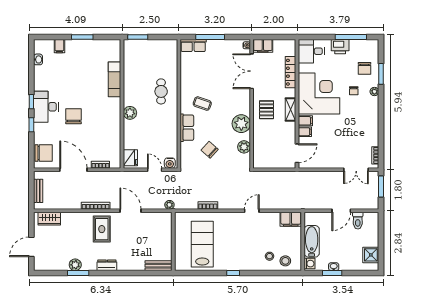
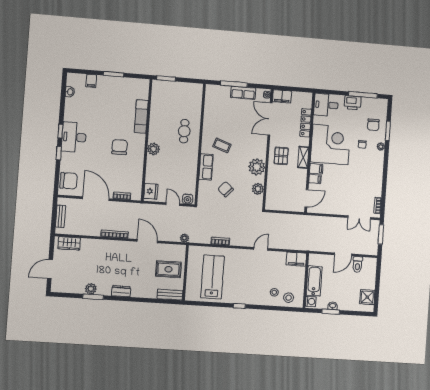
row of seats: (193, 45) -> (243, 93), moved
chair: (73, 116) -> (120, 147), moved
rug: (102, 229) -> (168, 269), moved, turned 90

